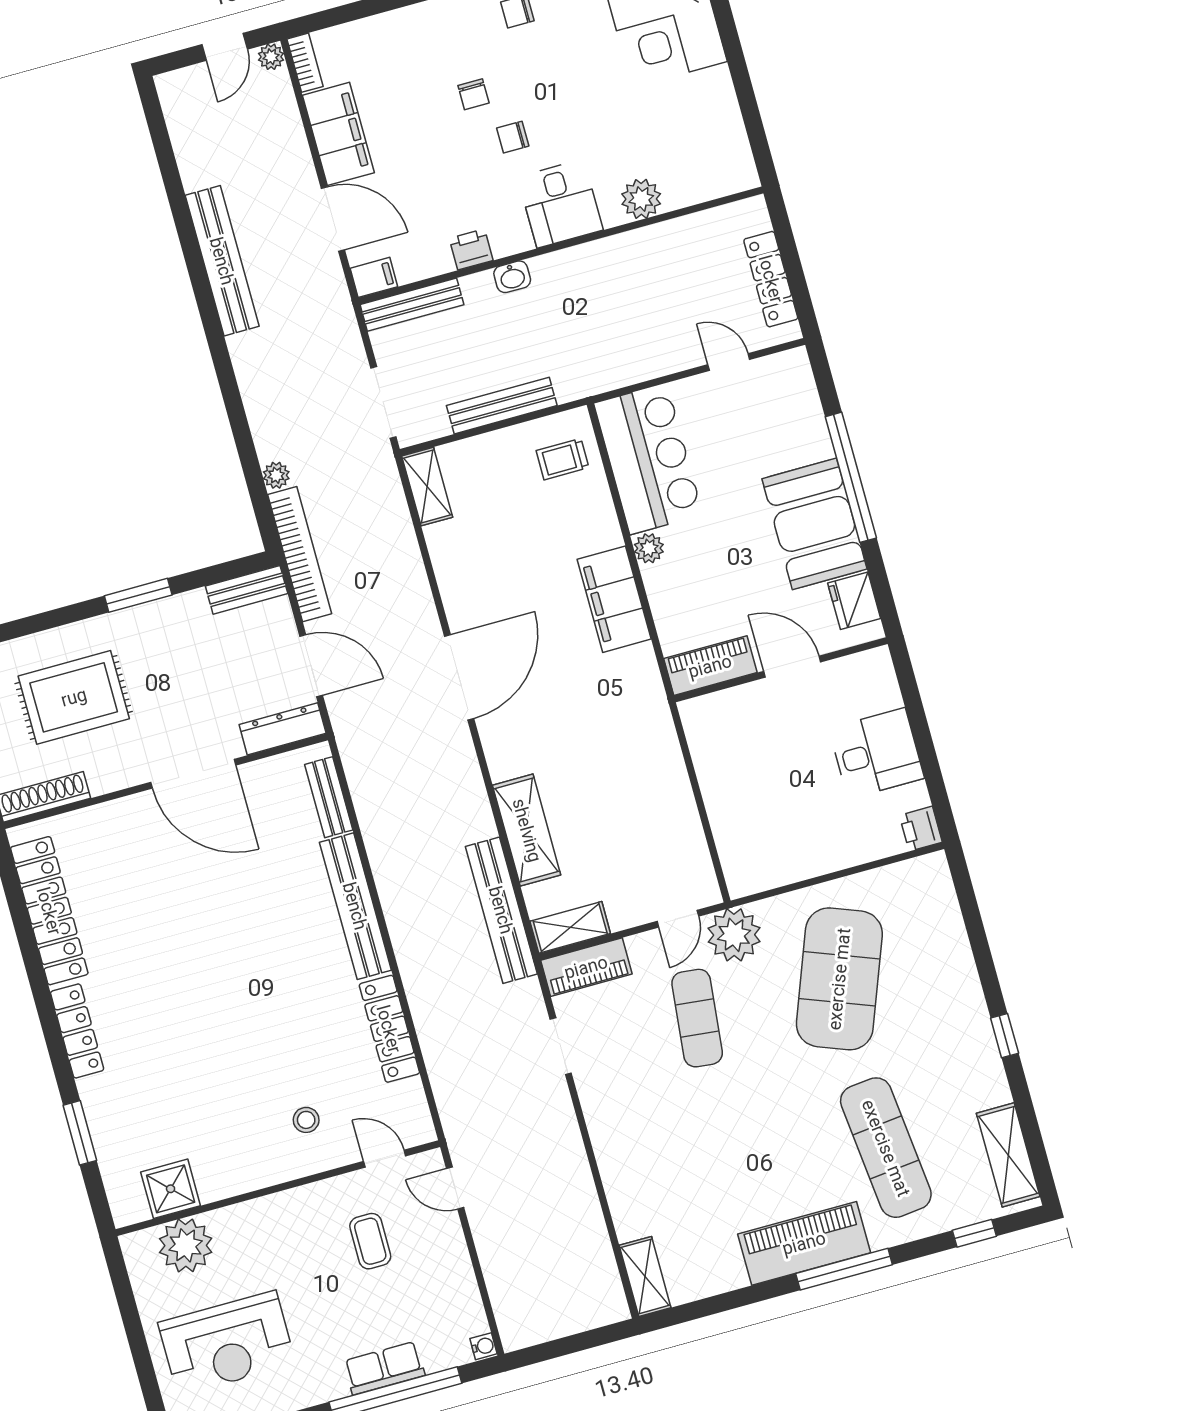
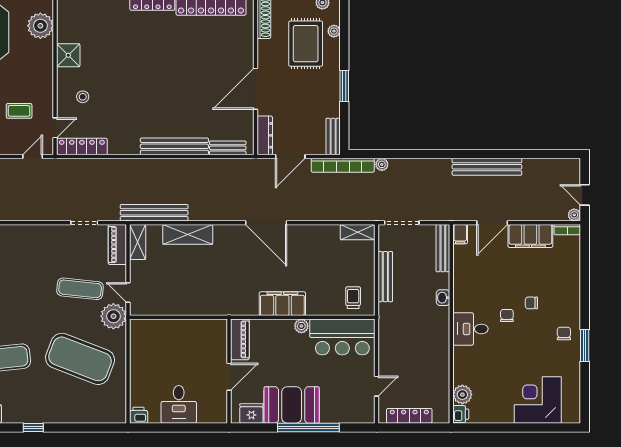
plant: (641, 199) -> (462, 395), moved
printer: (471, 249) -> (461, 414), moved
plant: (32, 647) -> (334, 31), added
locker: (389, 1029) -> (82, 146), moved
shower: (171, 1189) -> (68, 55), moved

